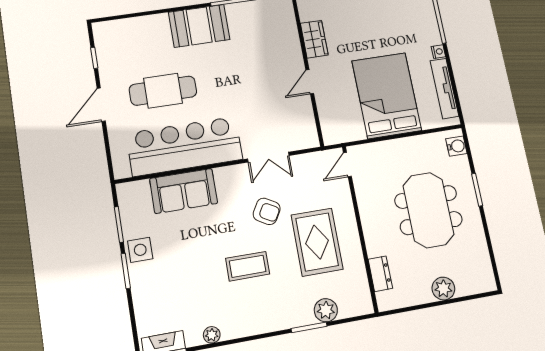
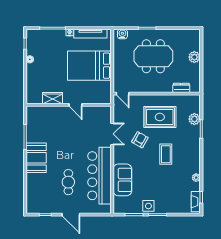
cafe table: (163, 91) -> (68, 182), width x0.73, depth x0.74

